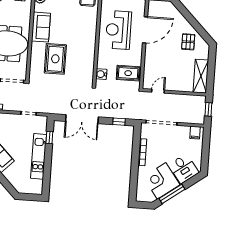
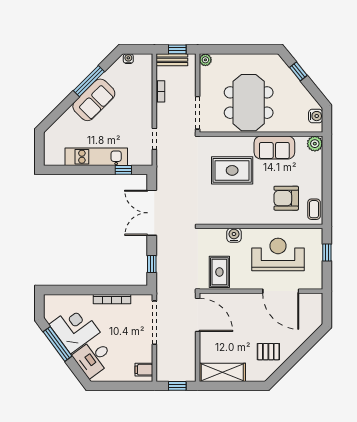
armchair: (78, 21) -> (286, 198), added
water cooler: (101, 74) -> (234, 235), moved
door: (158, 91) -> (198, 315), width x1.88

